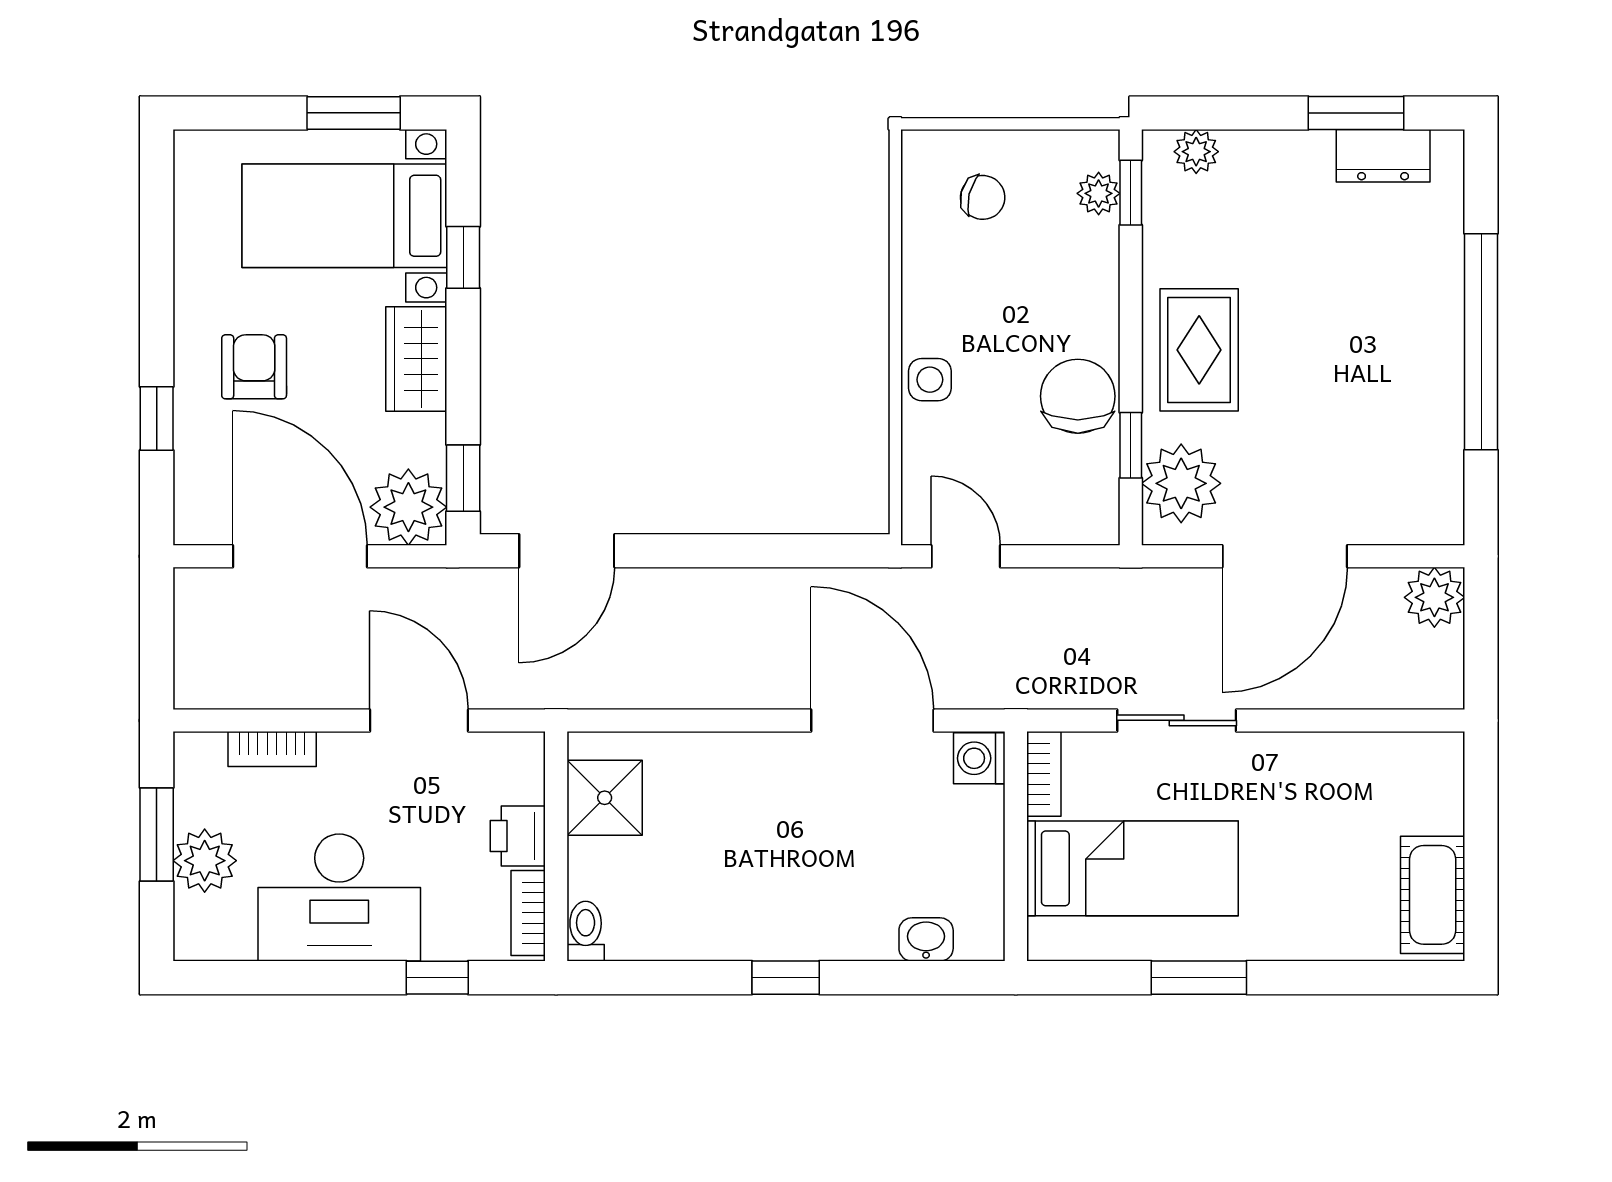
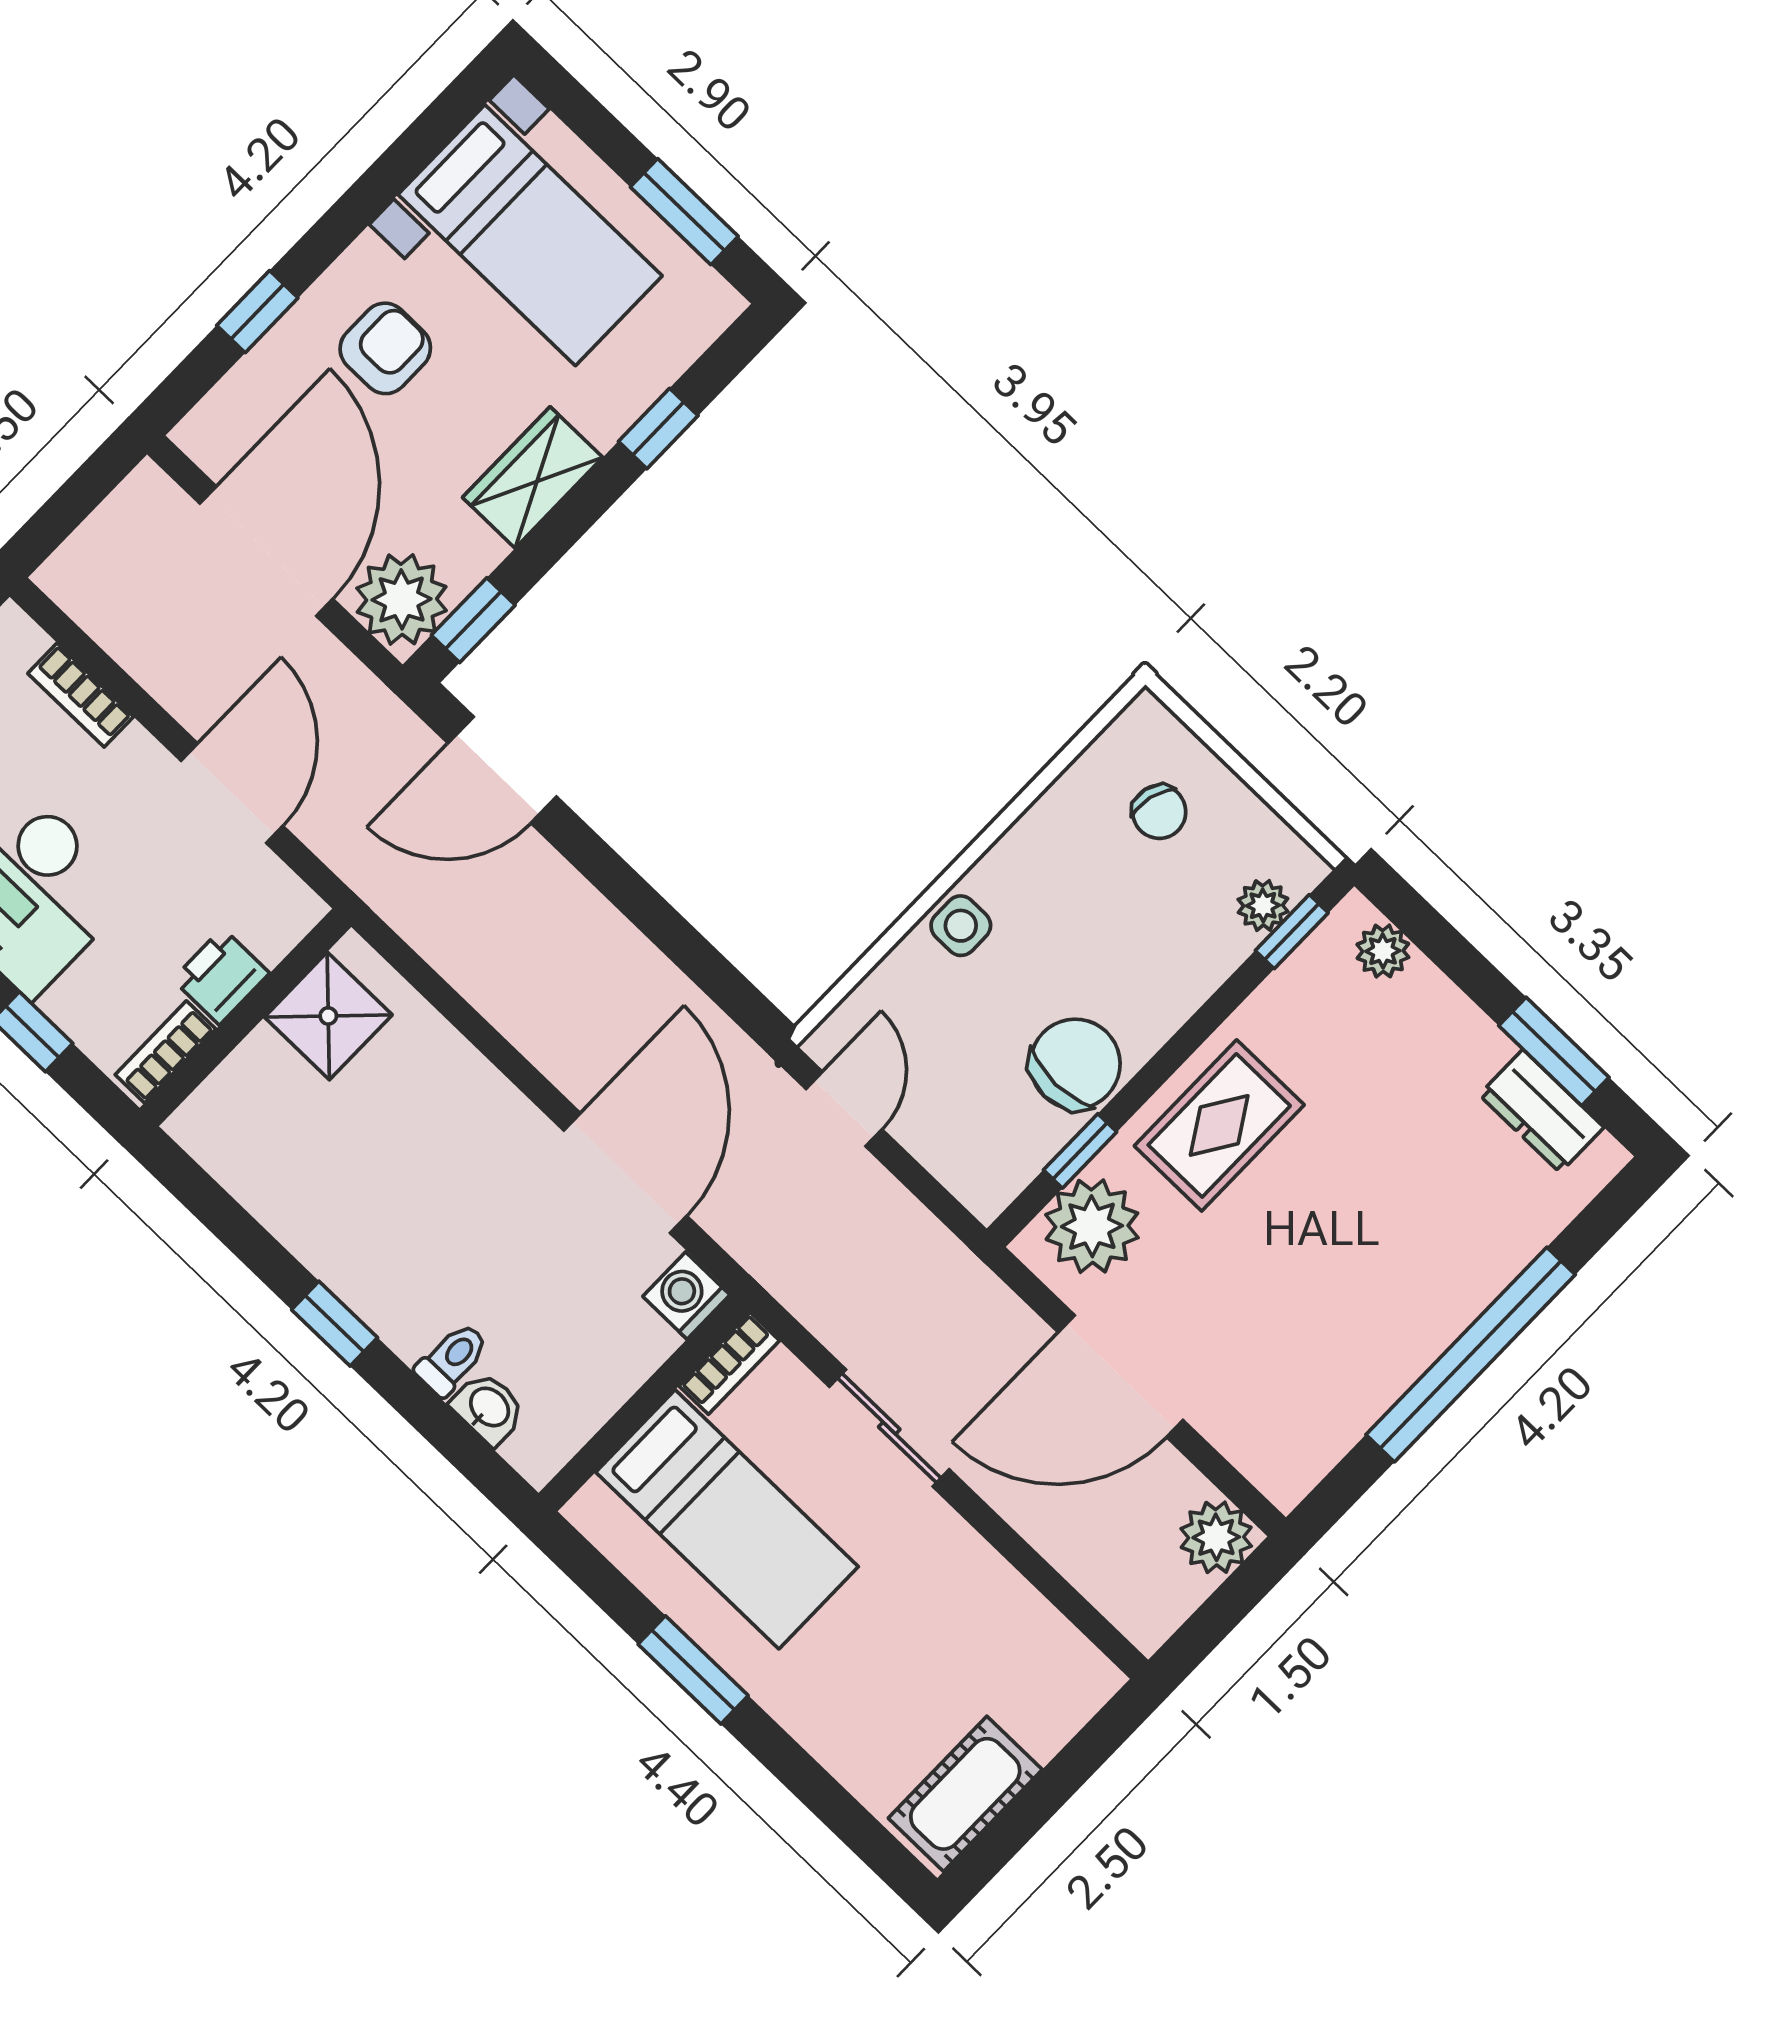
bed with nightstands: (344, 216) -> (530, 235), moved, turned 180
toilet: (586, 931) -> (452, 1359), moved

